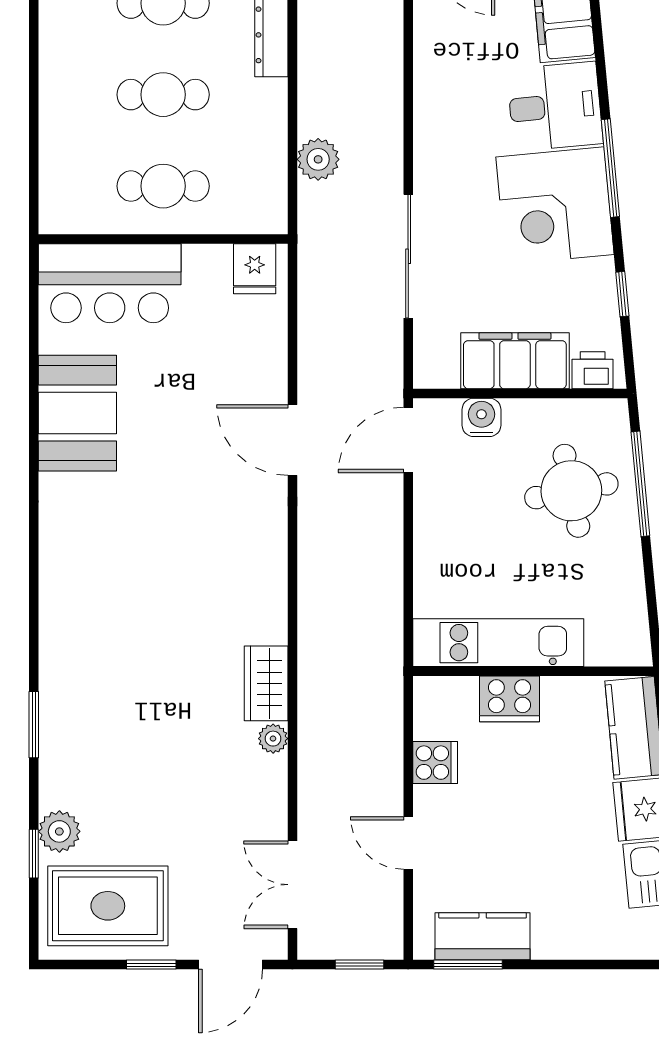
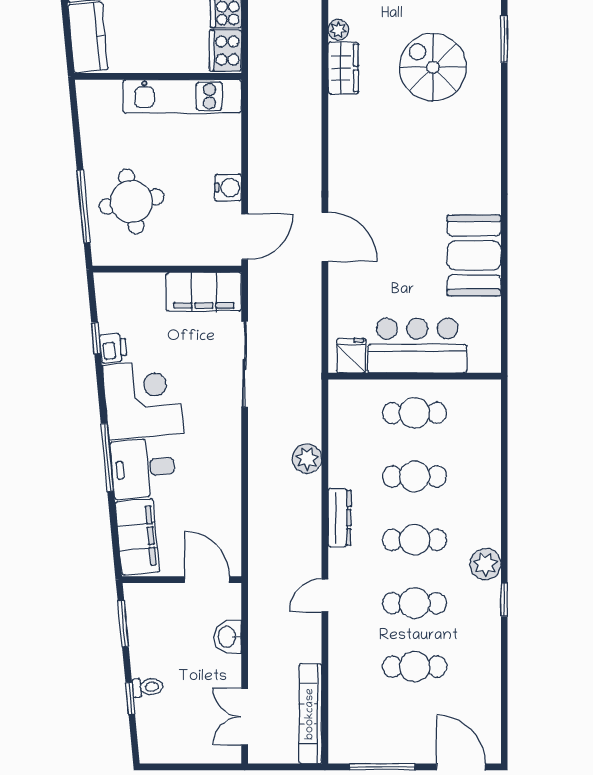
plant: (318, 159) -> (307, 459), moved
window: (610, 168) -> (107, 457), moved
bar counter: (110, 283) -> (417, 345), moved
filing cabinet: (515, 361) -> (204, 292), moved
printer: (593, 370) -> (113, 348), moved, turned -95
water cooler: (481, 417) -> (228, 188), moved, turned -90
spiral stairs: (137, 684) -> (433, 67), added
cooker: (509, 699) -> (225, 51), moved, turned -90

